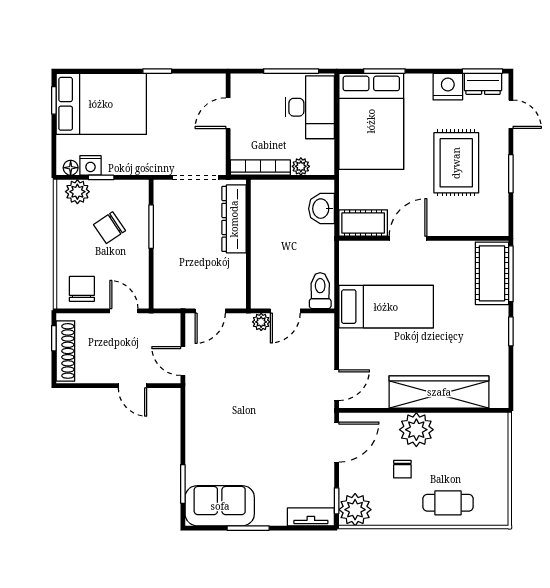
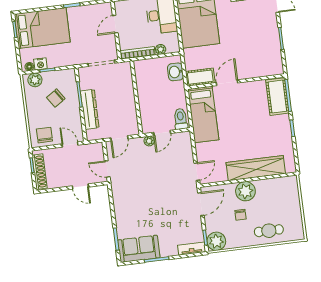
rug: (456, 163) -> (249, 36), removed
dresser: (234, 219) -> (90, 109), moved, turned 180
bed: (386, 307) -> (203, 114), moved, turned 90

